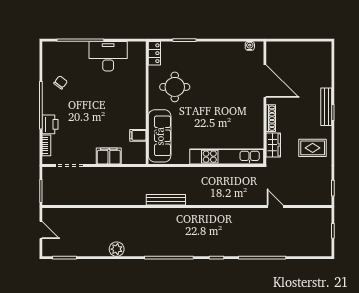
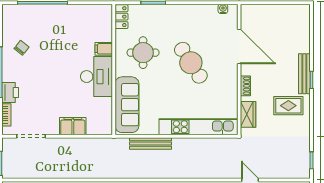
desk: (108, 56) -> (96, 77), moved, turned 90
cafe table: (220, 96) -> (191, 63), added
shoe rack: (271, 118) -> (245, 86), width x0.70
filing cabinet: (138, 135) -> (104, 49), moved
rug: (313, 148) -> (288, 106), moved
bench: (166, 200) -> (151, 143), moved

